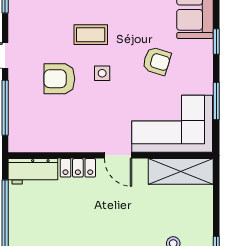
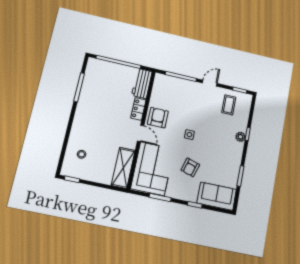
coffee table: (91, 35) -> (229, 105), moved
armchair: (59, 79) -> (158, 118), moved
door: (118, 155) -> (141, 133), swing flipped

